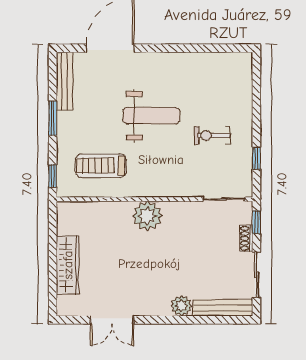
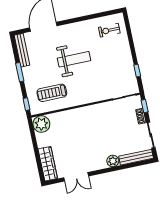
exercise bike: (212, 135) -> (109, 30), moved
plant: (147, 216) -> (41, 124), moved
wardrobe: (68, 265) -> (48, 164), moved

